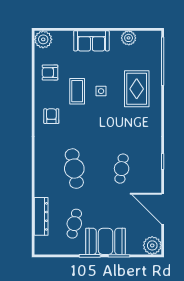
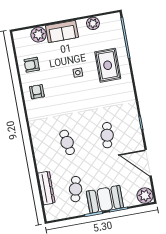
plant: (43, 39) -> (39, 35), moved
coffee table: (77, 91) -> (58, 76), removed
armchair: (51, 116) -> (37, 92), moved
cafe table: (74, 169) -> (67, 142), width x0.73, depth x0.74

